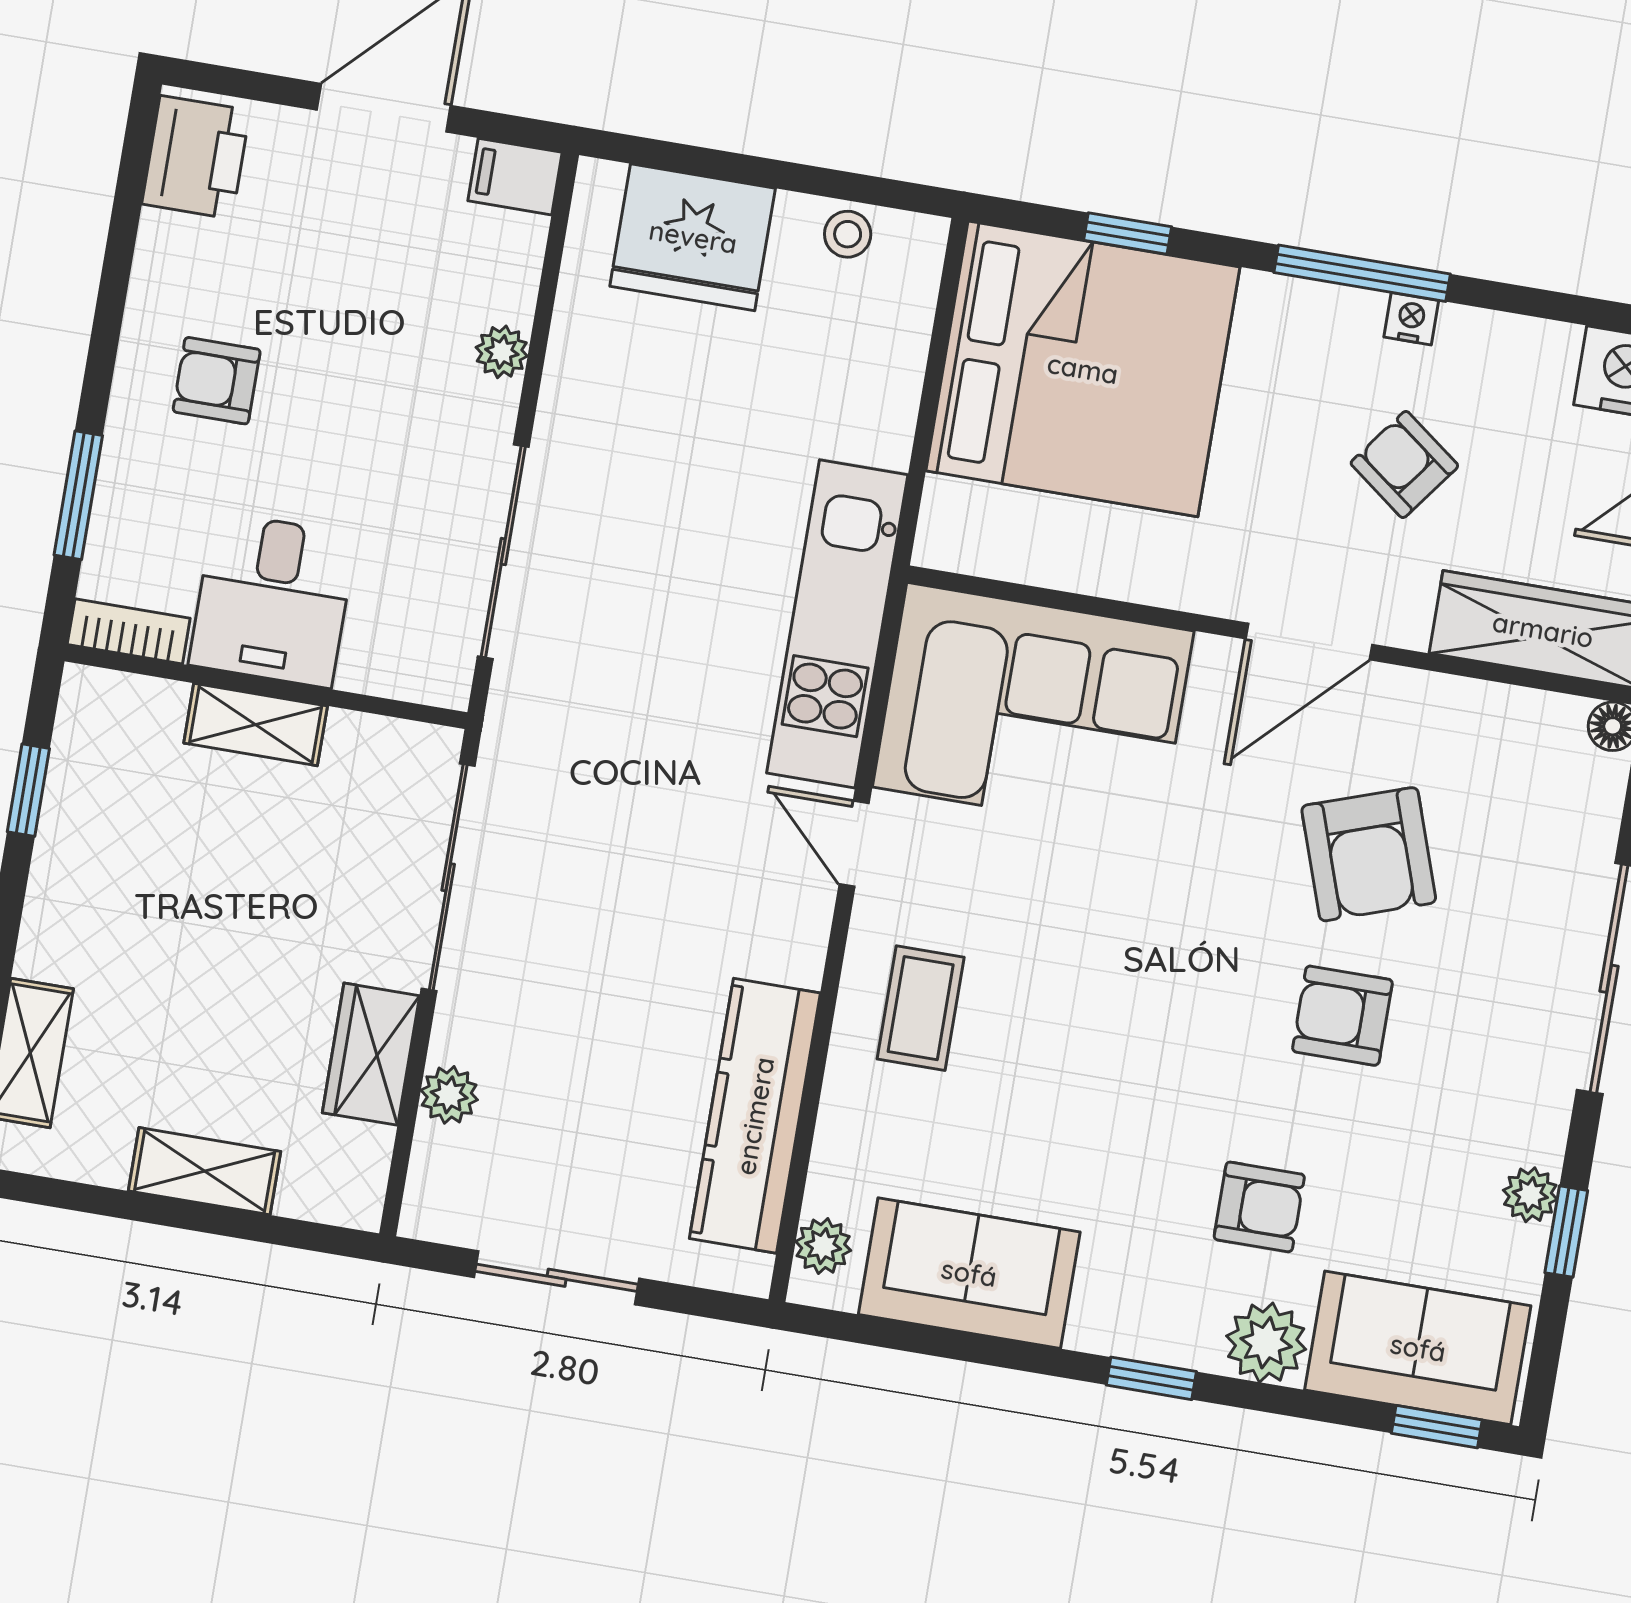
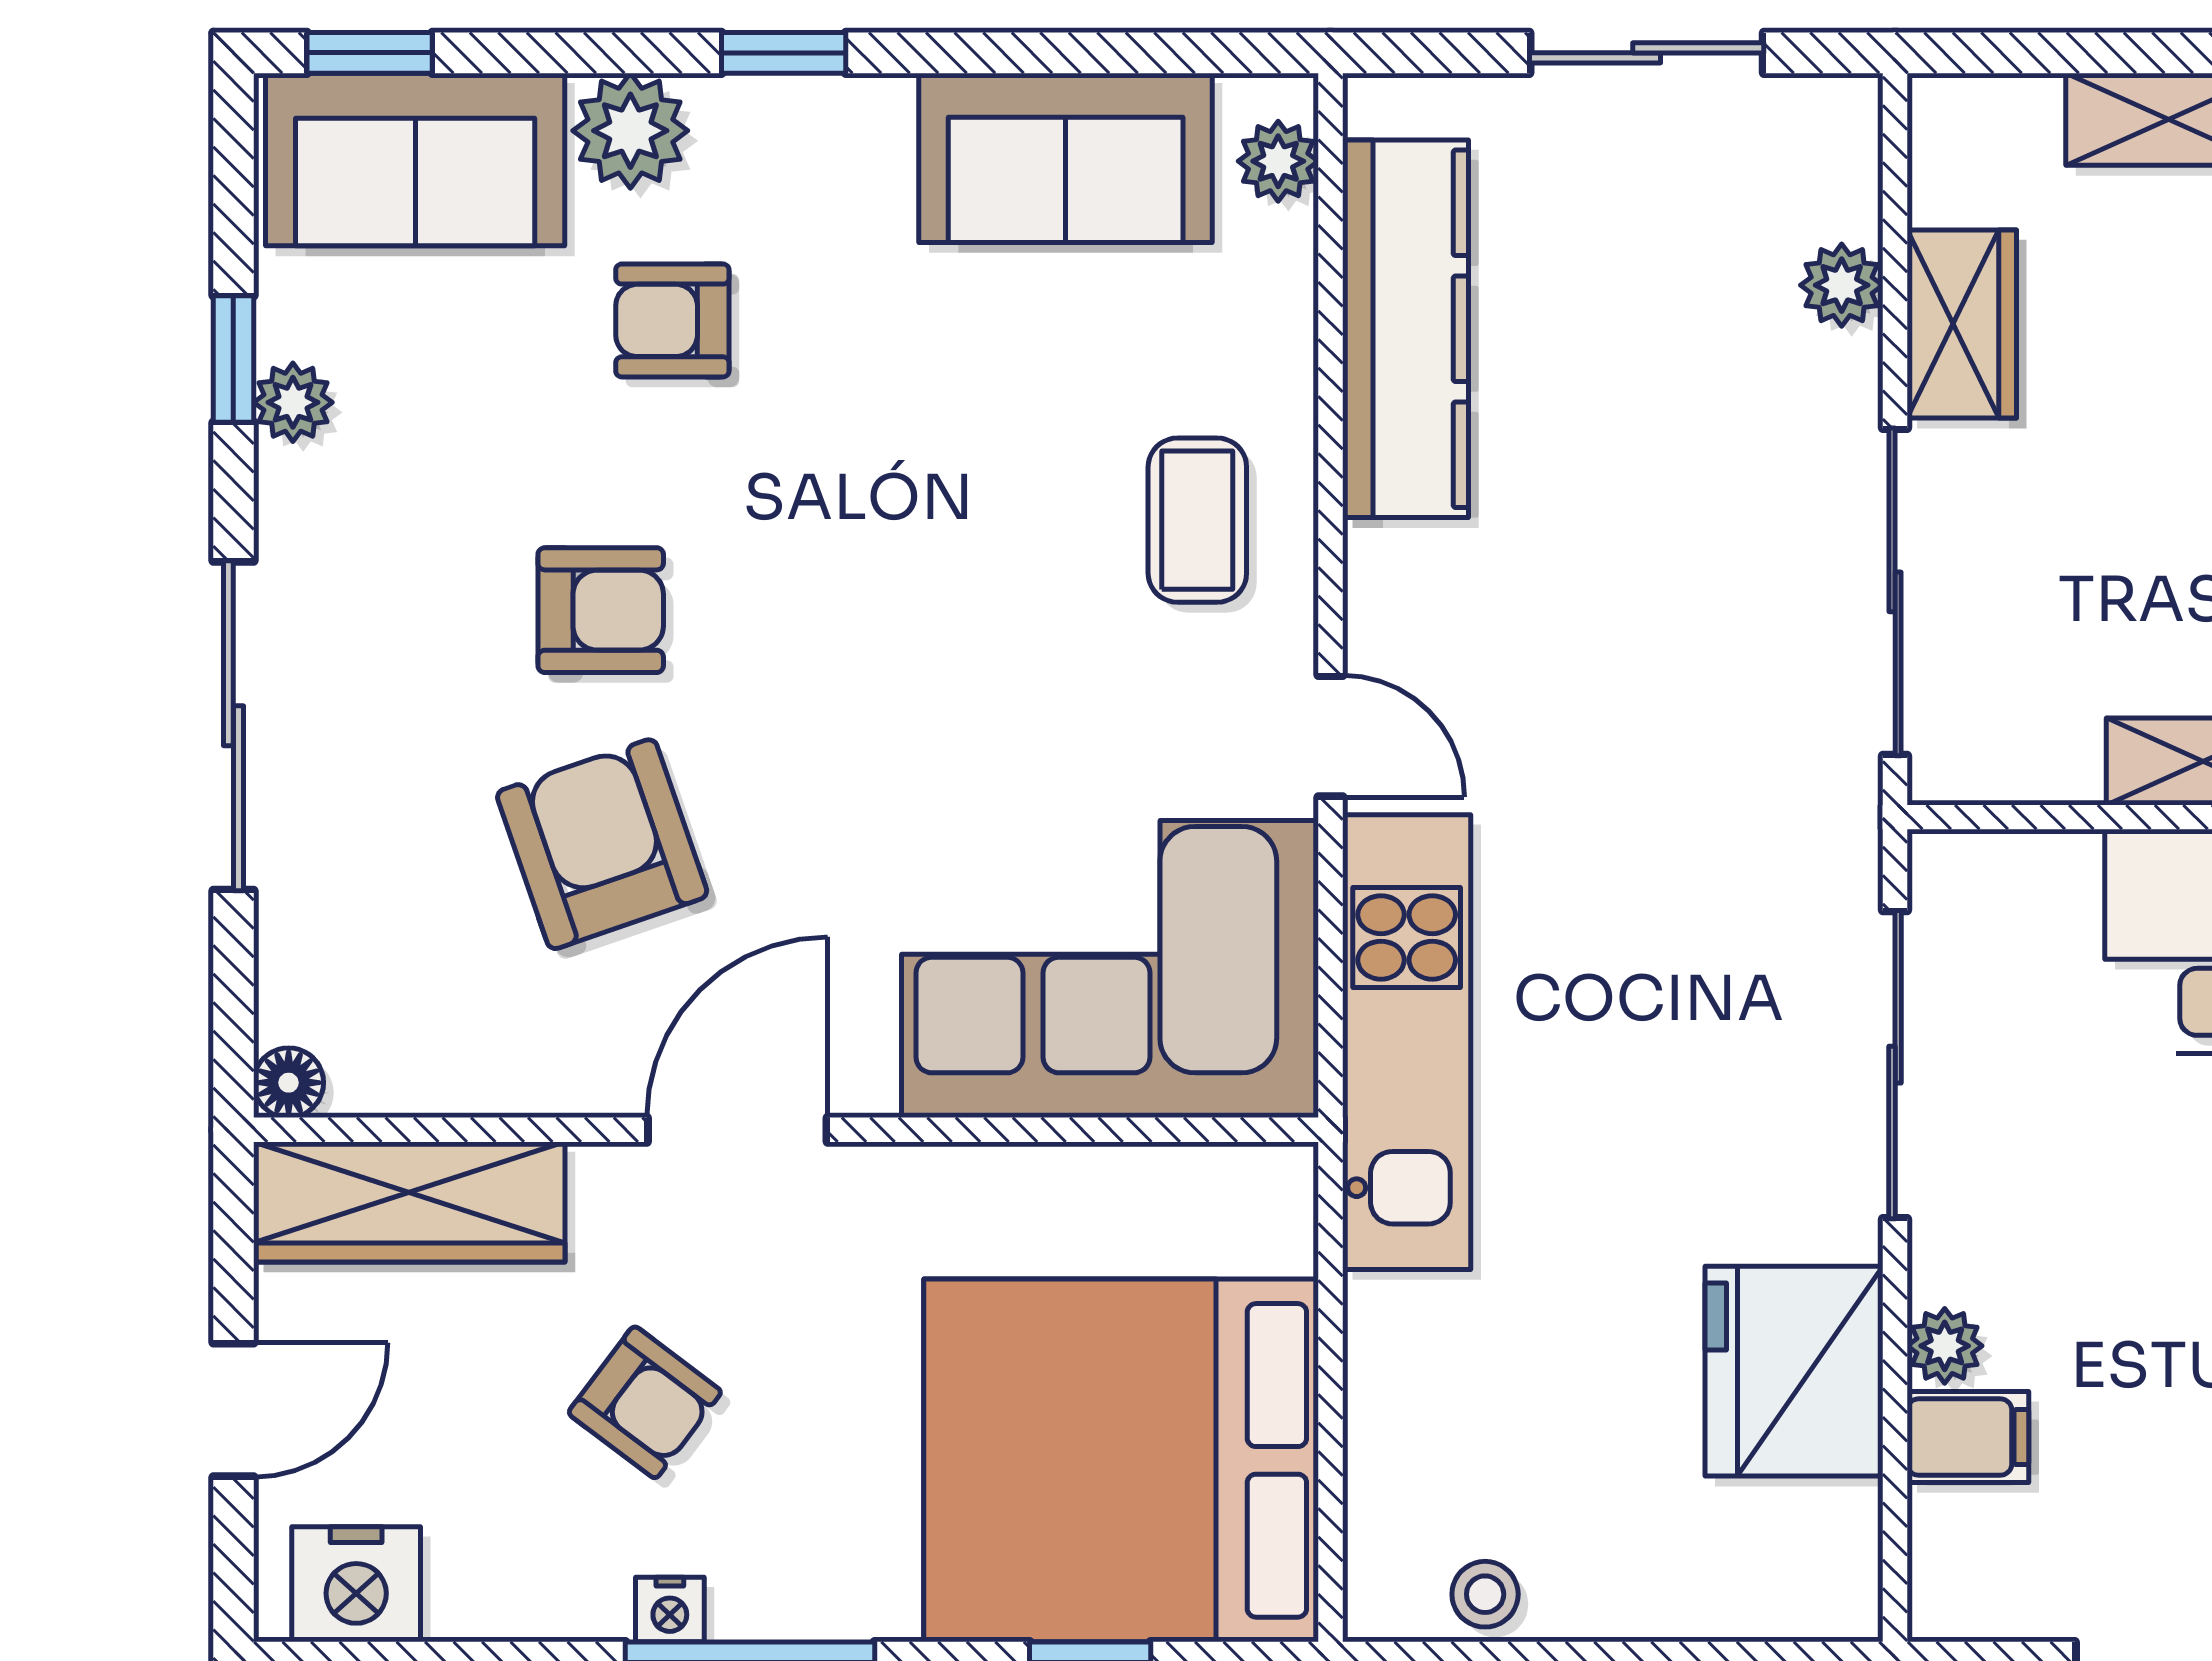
filing cabinet: (515, 177) -> (1968, 1437), moved
fridge: (693, 237) -> (1794, 1371), moved, turned -90

